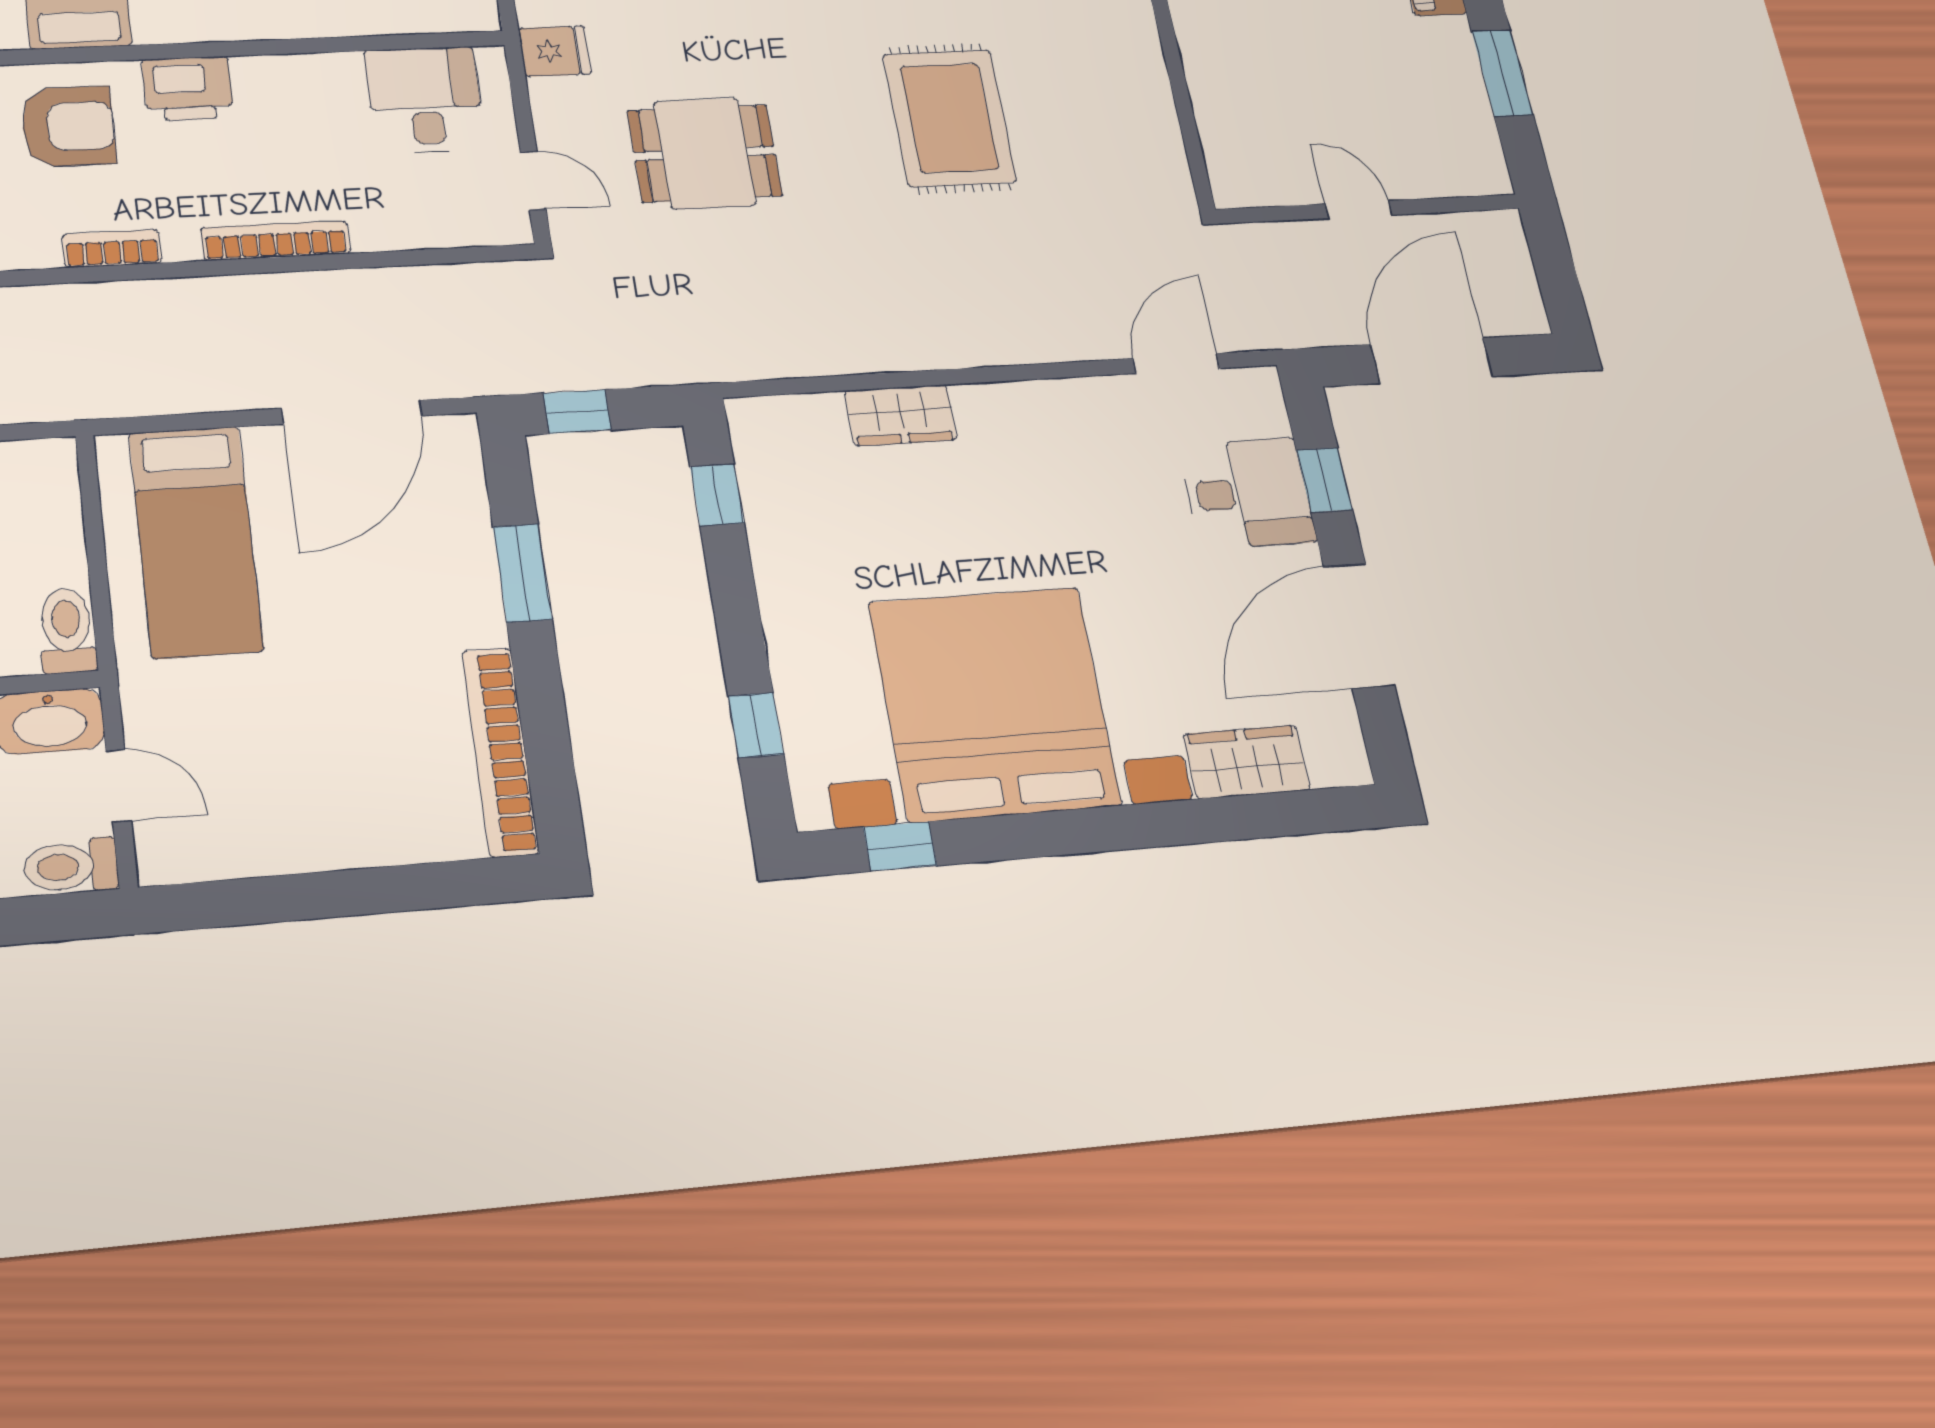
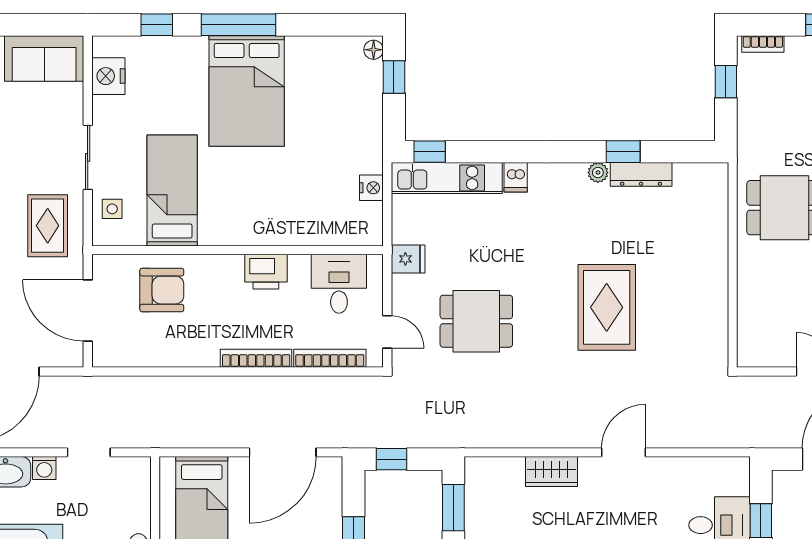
printer: (188, 89) -> (266, 272), moved
bookcase: (112, 249) -> (330, 358), moved, width x1.56
door: (1176, 363) -> (624, 452), moved
window: (717, 495) -> (453, 508), width x1.50

